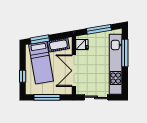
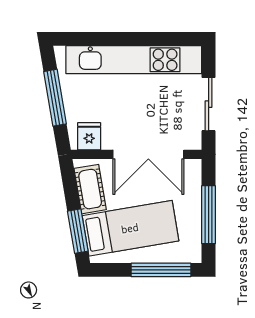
window: (125, 53) -> (109, 39), removed
window: (23, 76) -> (161, 270), width x2.17

